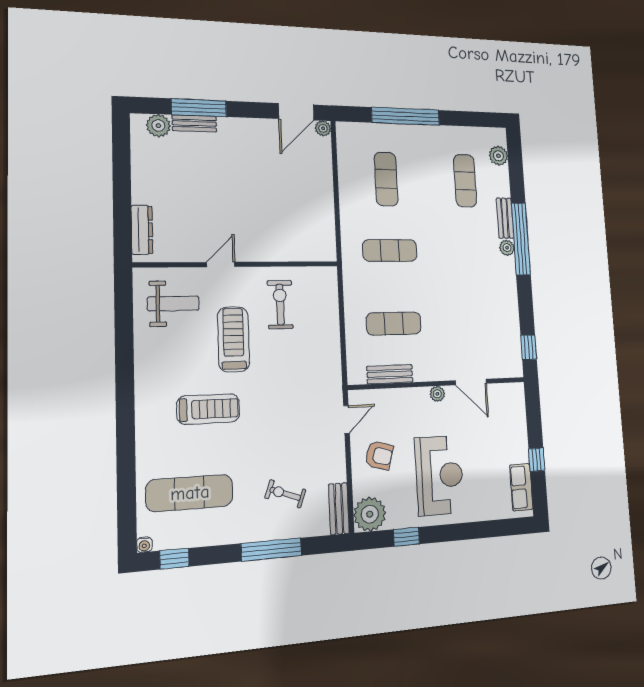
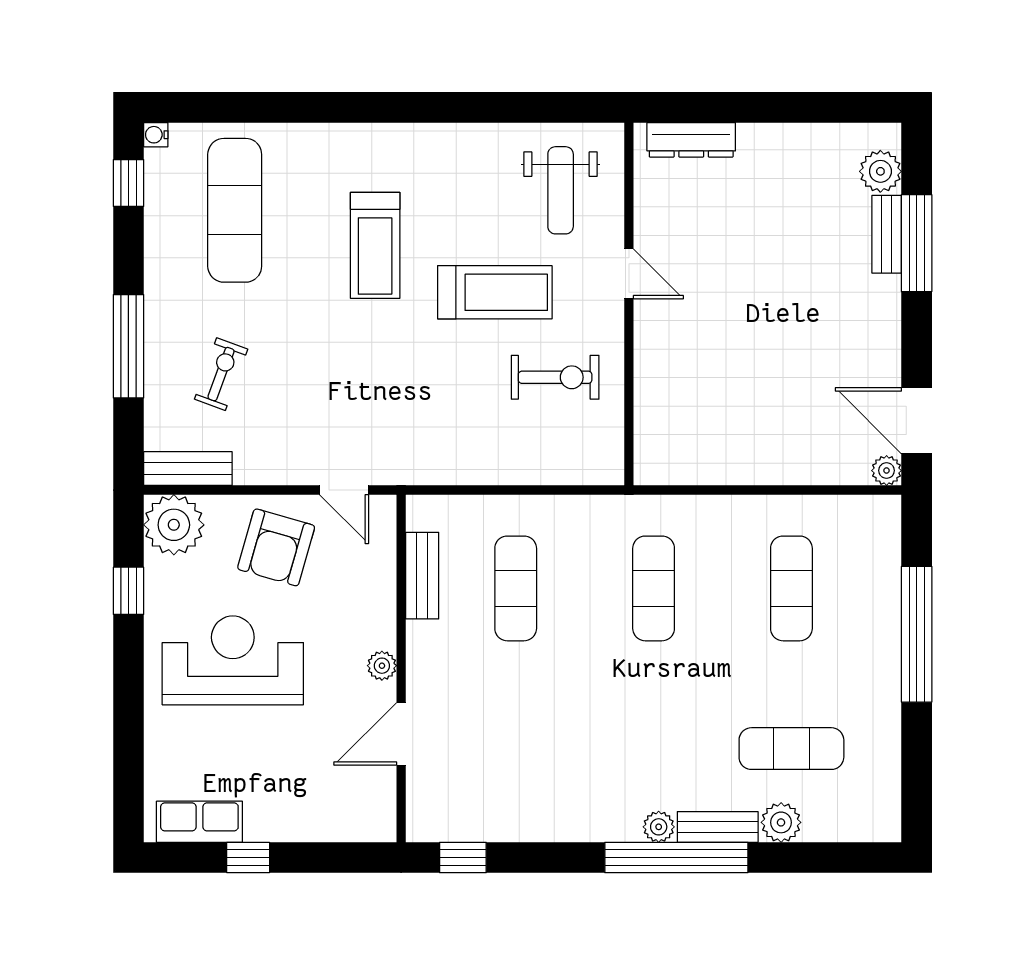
plant: (498, 156) -> (781, 822), moved
exercise mat: (386, 179) -> (791, 588), turned 90
armchair: (379, 455) -> (276, 547), width x1.38, depth x1.38
reception desk: (439, 475) -> (233, 660), turned 180

